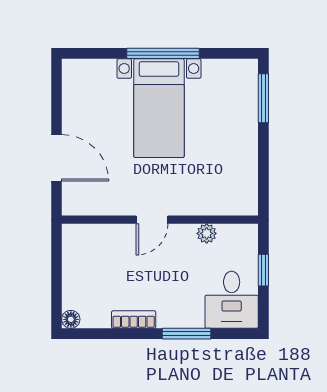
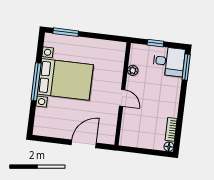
bed with nightstands: (159, 108) -> (65, 79), width x1.36
bookcase: (134, 320) -> (171, 129), moved
window: (187, 334) -> (186, 67), moved

